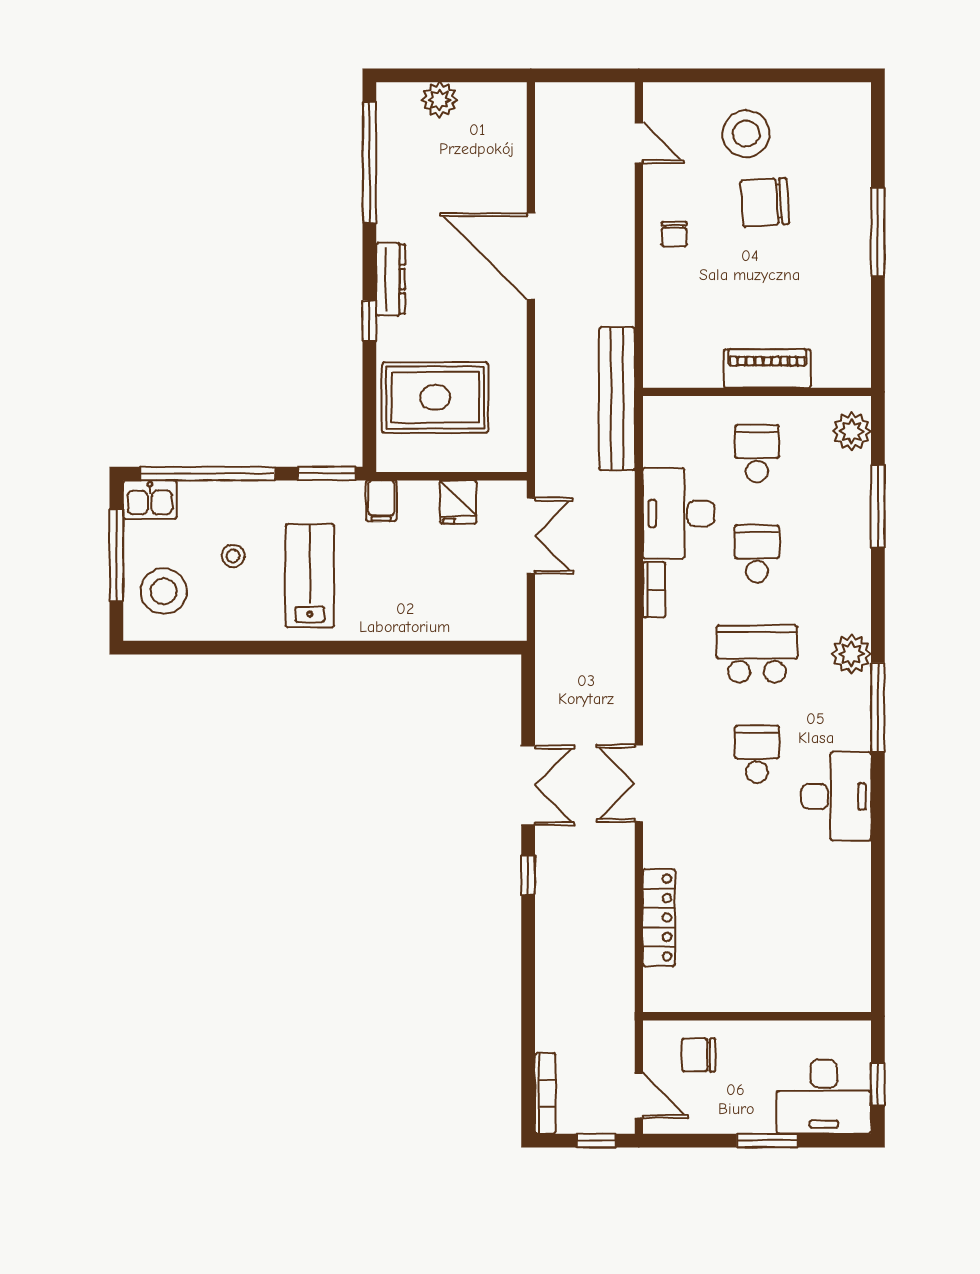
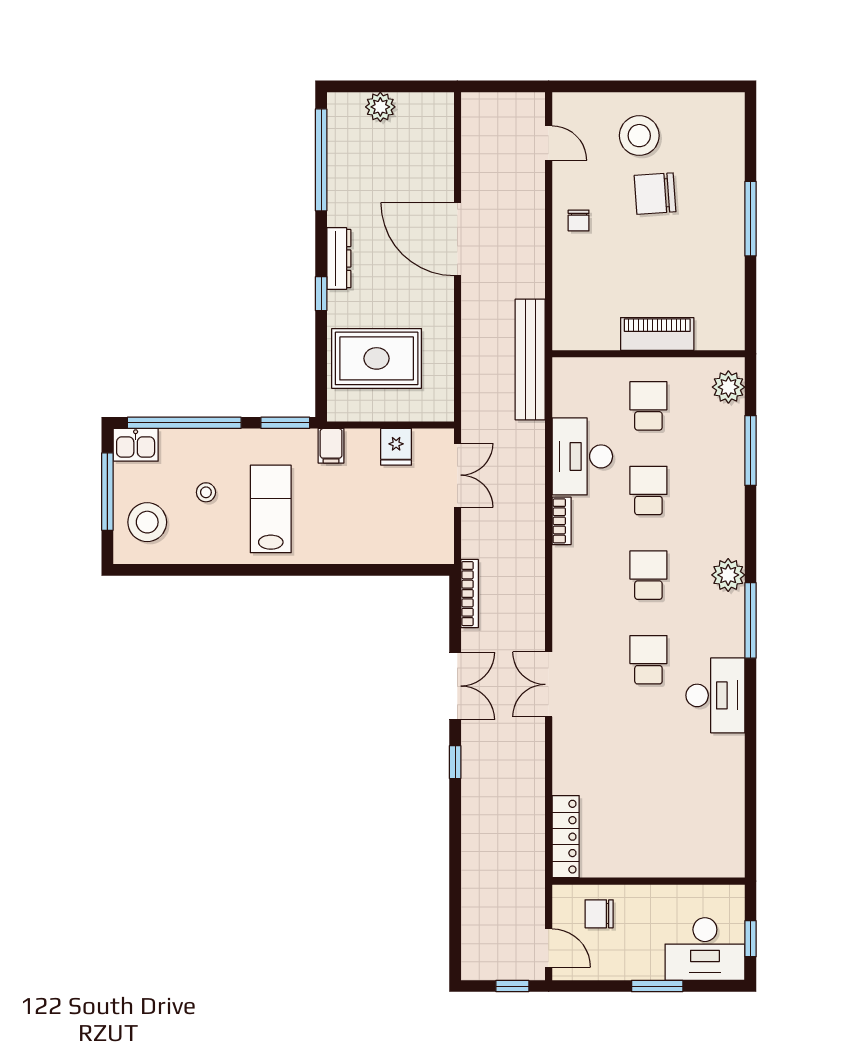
school desk: (757, 654) -> (648, 575), width x0.54
locker: (659, 918) -> (566, 837), moved
bookcase: (545, 1093) -> (470, 594), moved

